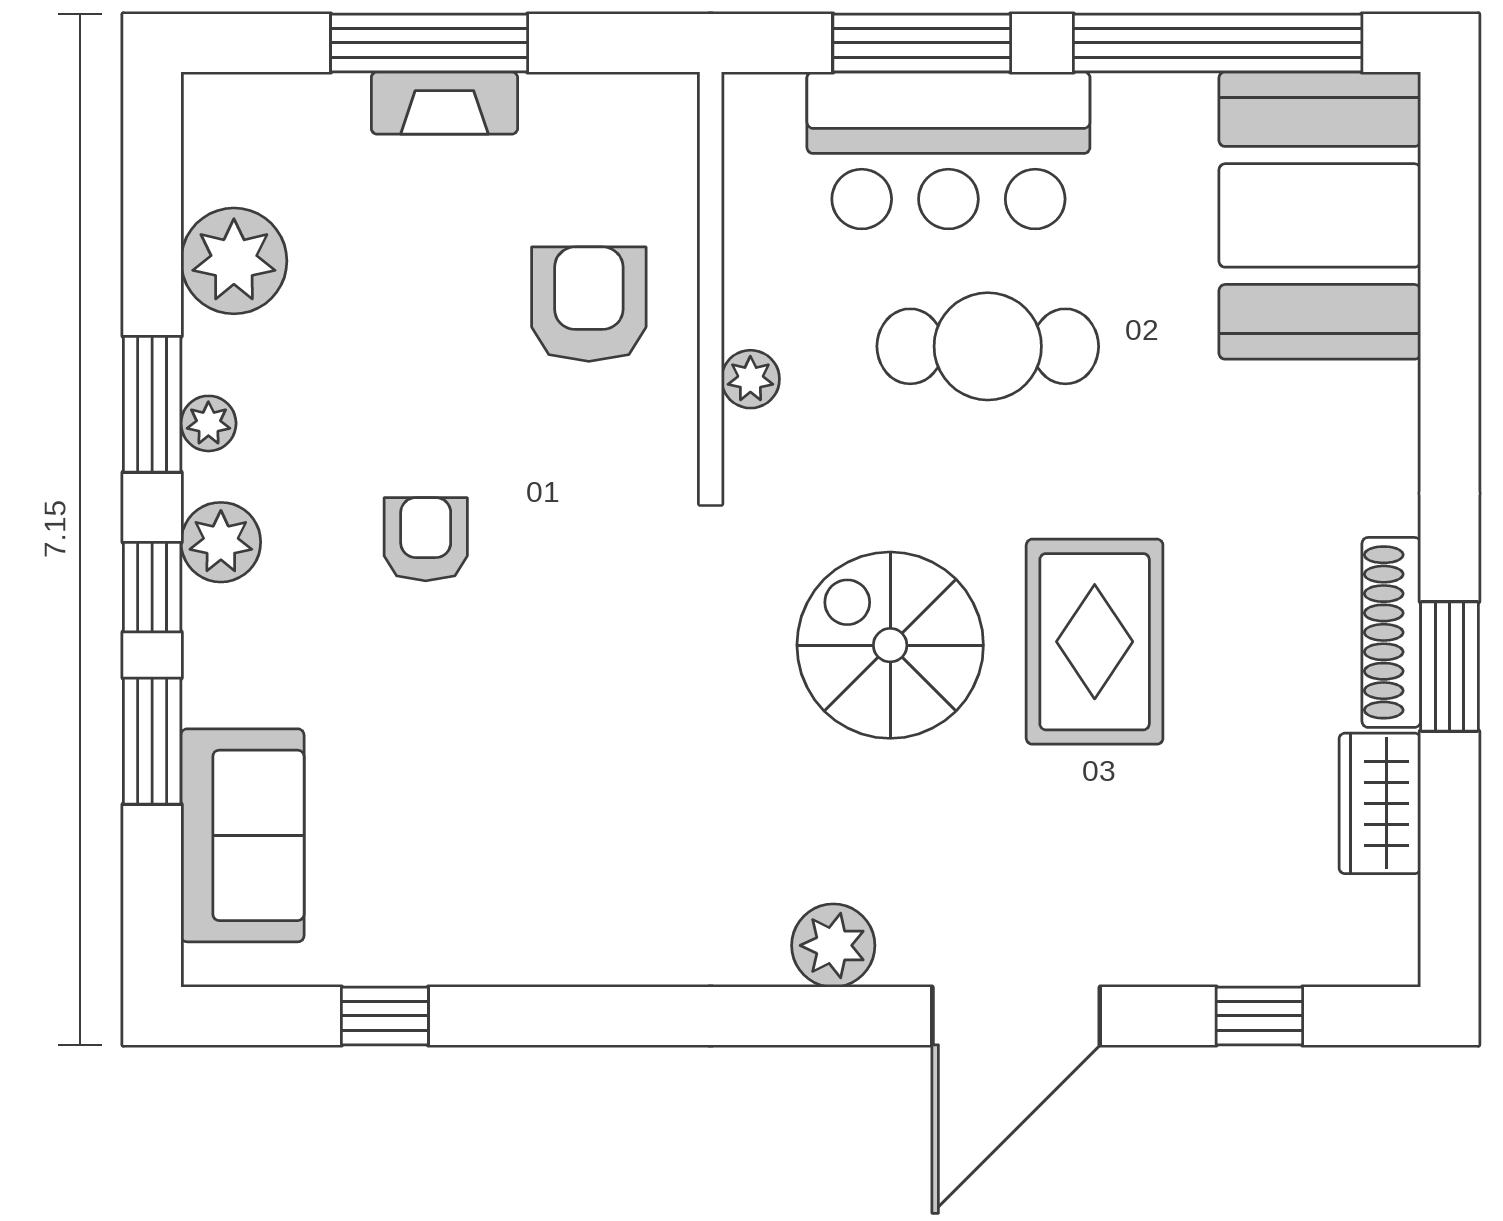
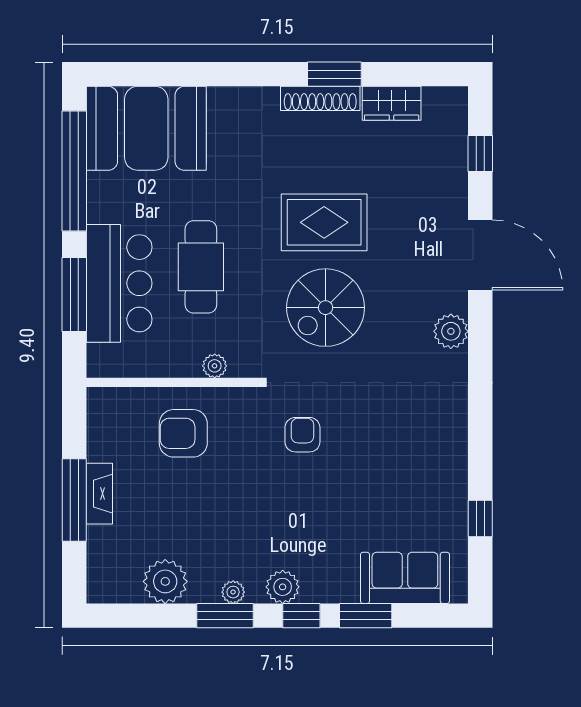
armchair: (426, 539) -> (302, 435), moved, turned 90

